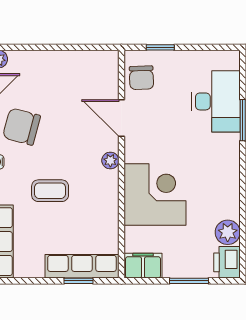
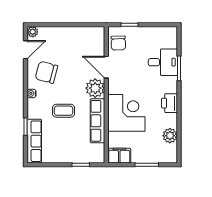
desk: (216, 101) -> (163, 62), width x0.73
plant: (110, 161) -> (95, 88), width x1.87, depth x1.87
printer: (227, 262) -> (169, 103), moved
row of seats: (82, 266) -> (98, 121), moved, turned -90

